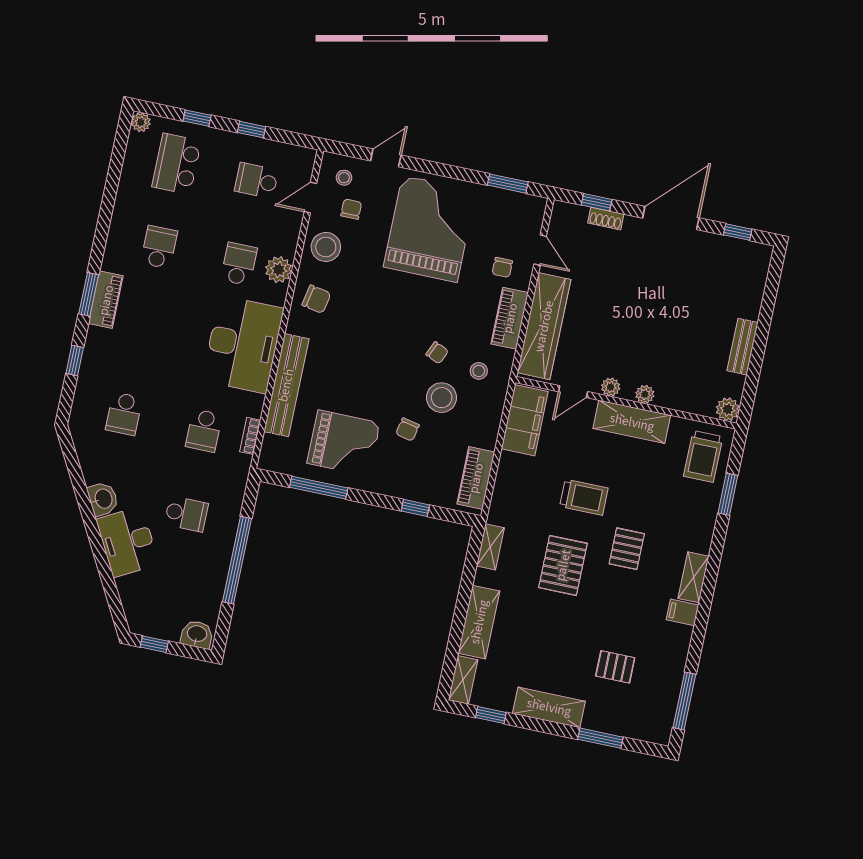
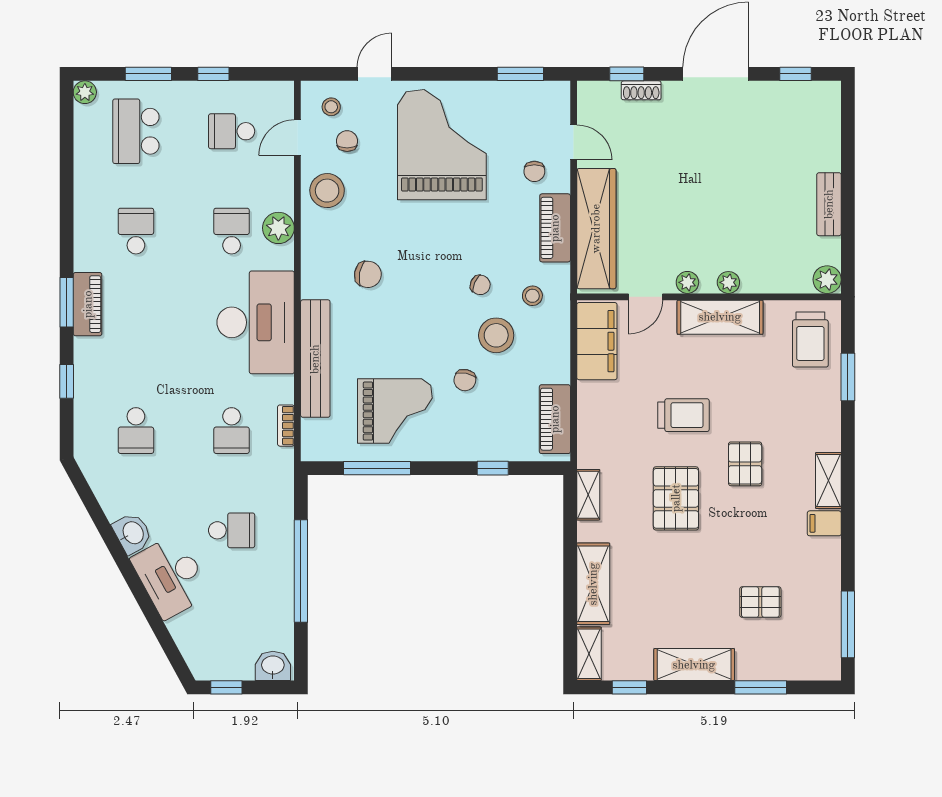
window: (197, 118) -> (148, 74), width x1.50
chair: (316, 299) -> (368, 274), moved

